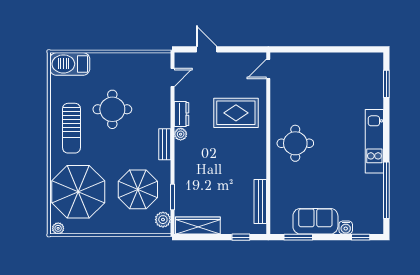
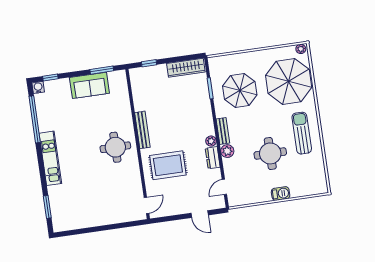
barbecue: (70, 64) -> (281, 194), moved, width x0.53, depth x0.65
bench: (260, 201) -> (142, 130), moved
plant: (163, 220) -> (227, 151), moved
water cooler: (346, 227) -> (38, 87), moved

